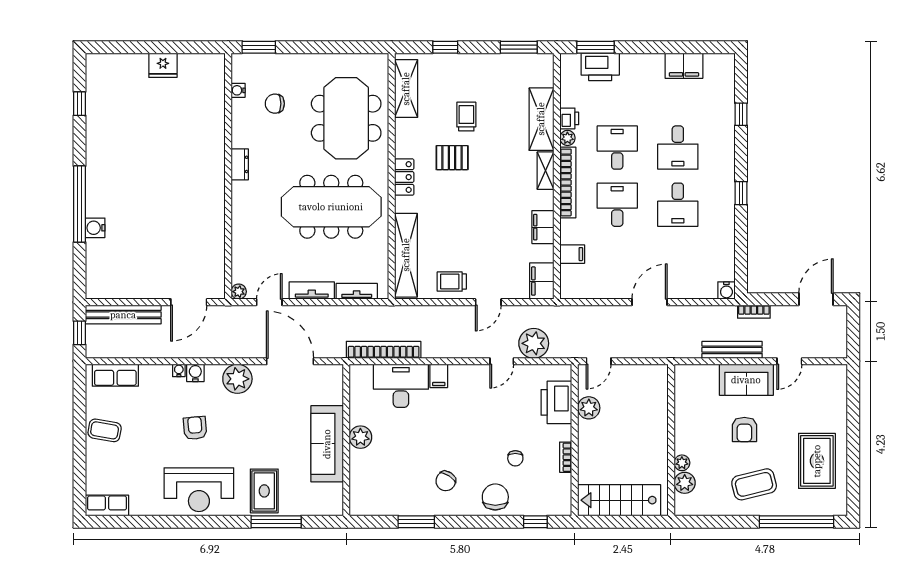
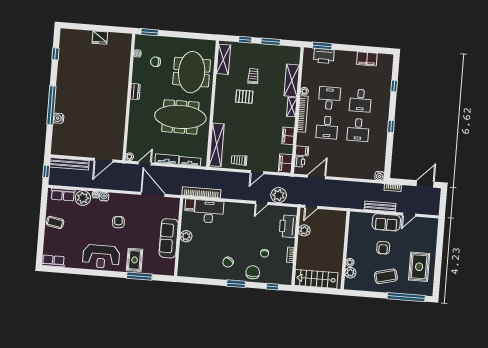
window: (519, 47) -> (271, 42), moved
printer: (569, 118) -> (300, 162), moved
locker: (404, 177) -> (219, 105), removed
desk: (617, 205) -> (327, 127), turned 180
door: (650, 302) -> (317, 177), moved
filing cabinet: (439, 376) -> (190, 205), moved
plant: (237, 379) -> (83, 198), moved
armchair: (195, 428) -> (118, 222), moved
window: (416, 522) -> (236, 284), moved

